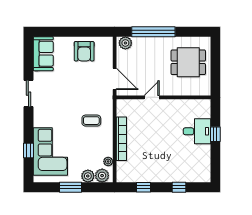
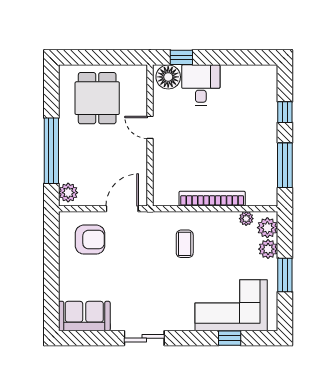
armchair: (84, 51) -> (90, 240), moved
door: (152, 97) -> (150, 127), moved
floor lamp: (202, 110) -> (168, 77), added
window: (215, 134) -> (181, 57), moved
window: (144, 187) -> (285, 165), width x2.17

